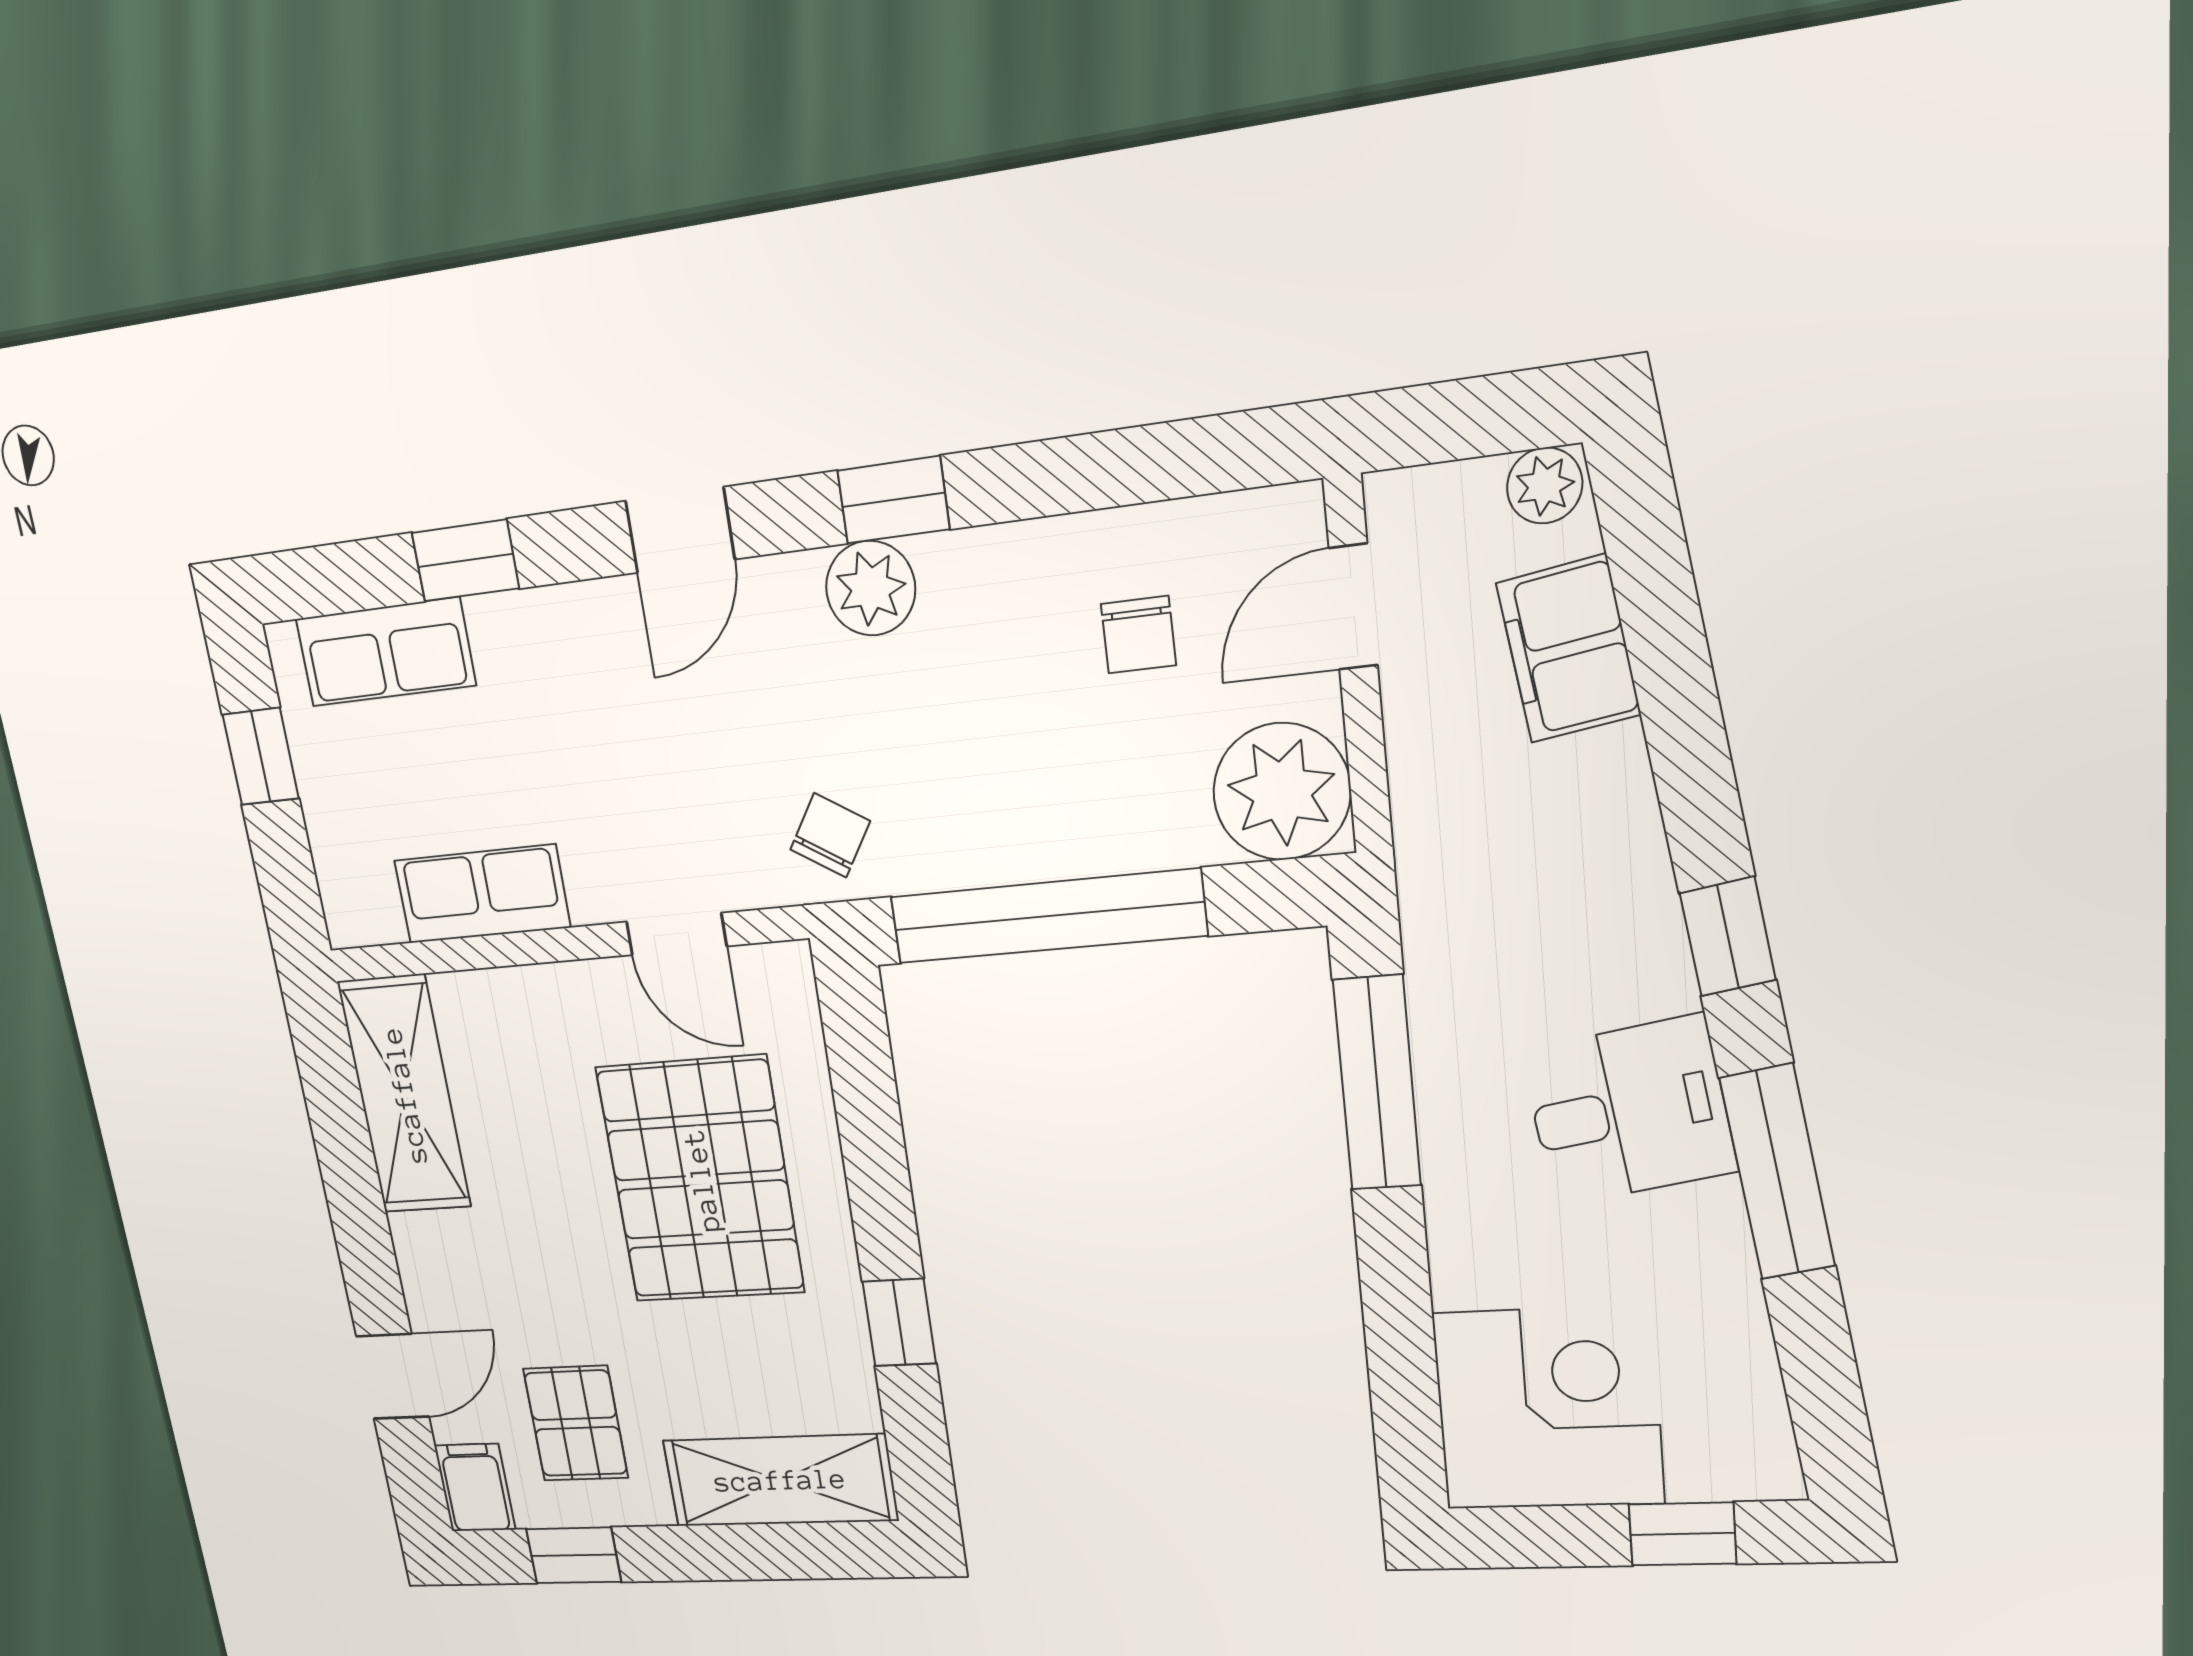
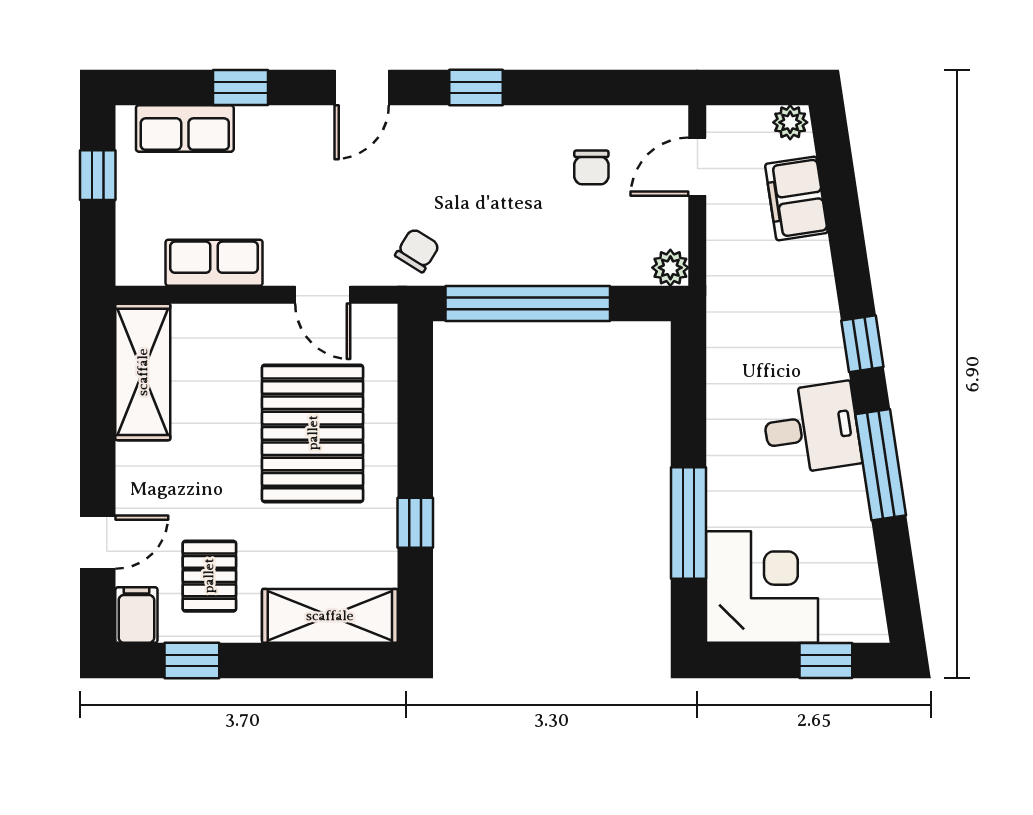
plant: (871, 588) -> (458, 129), removed
plant: (1282, 792) -> (670, 268), width x0.53, depth x0.53
window: (1377, 1083) -> (688, 523), moved

